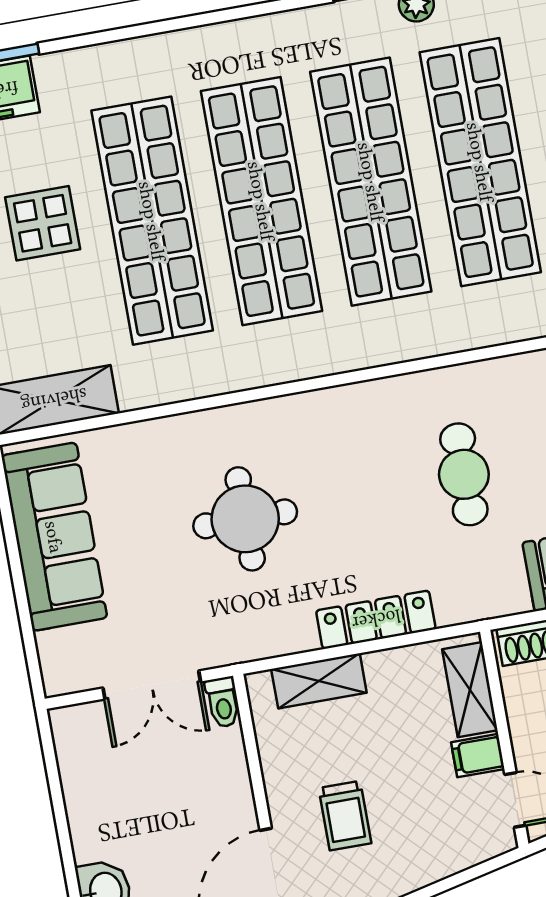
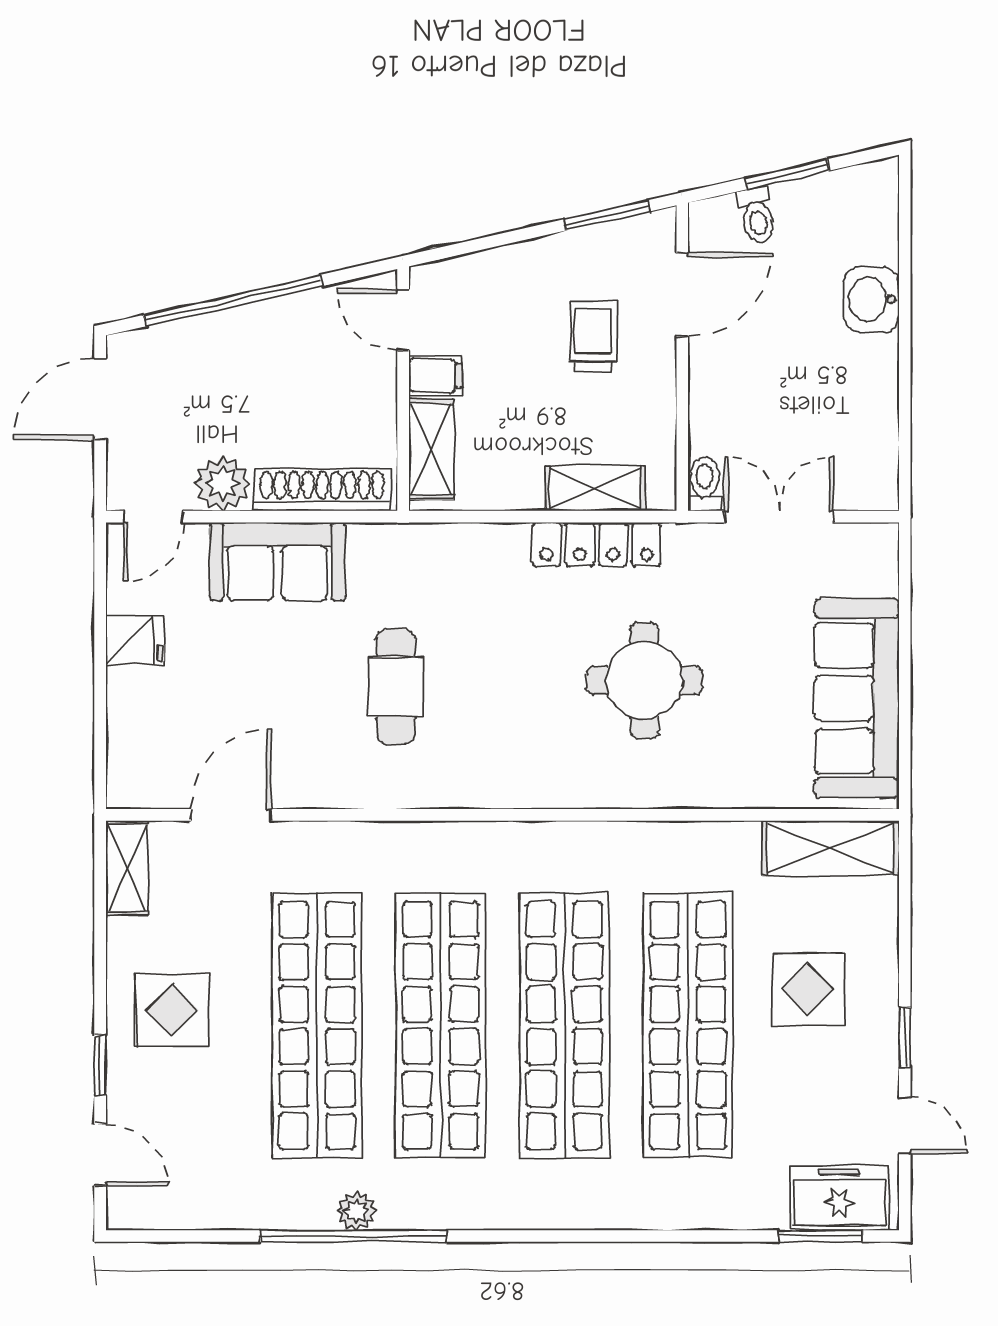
display table: (43, 223) -> (808, 989), moved
locker: (376, 620) -> (596, 544), moved

